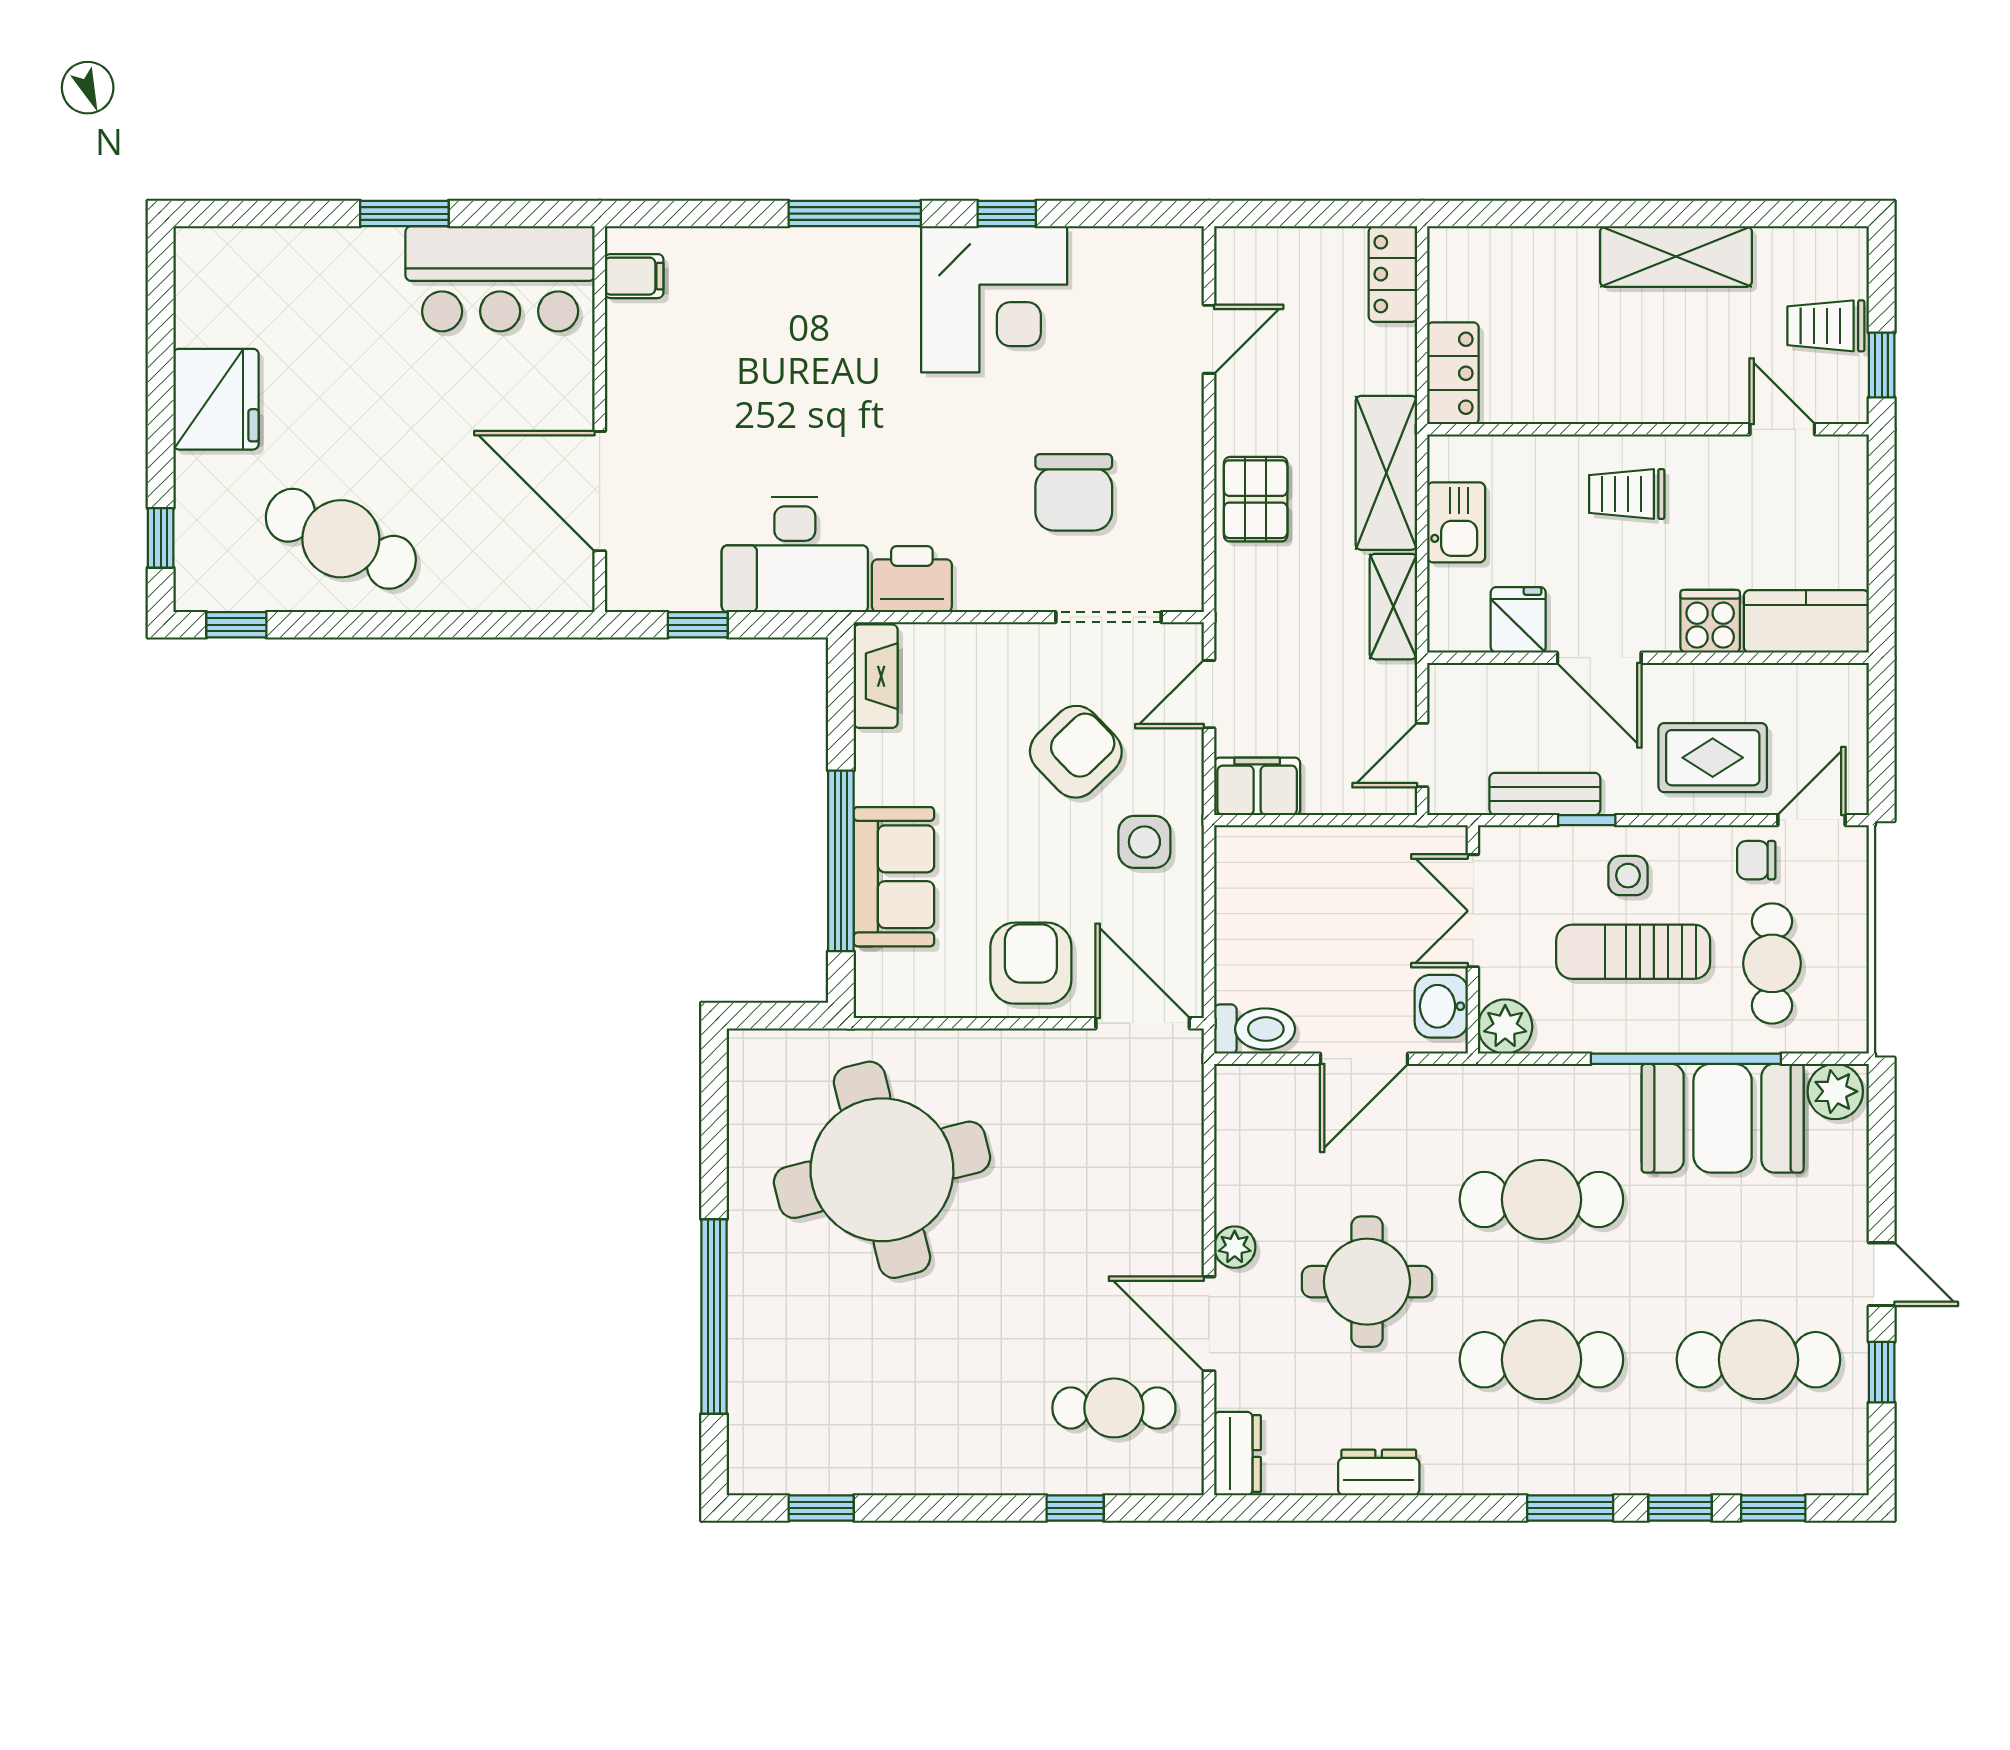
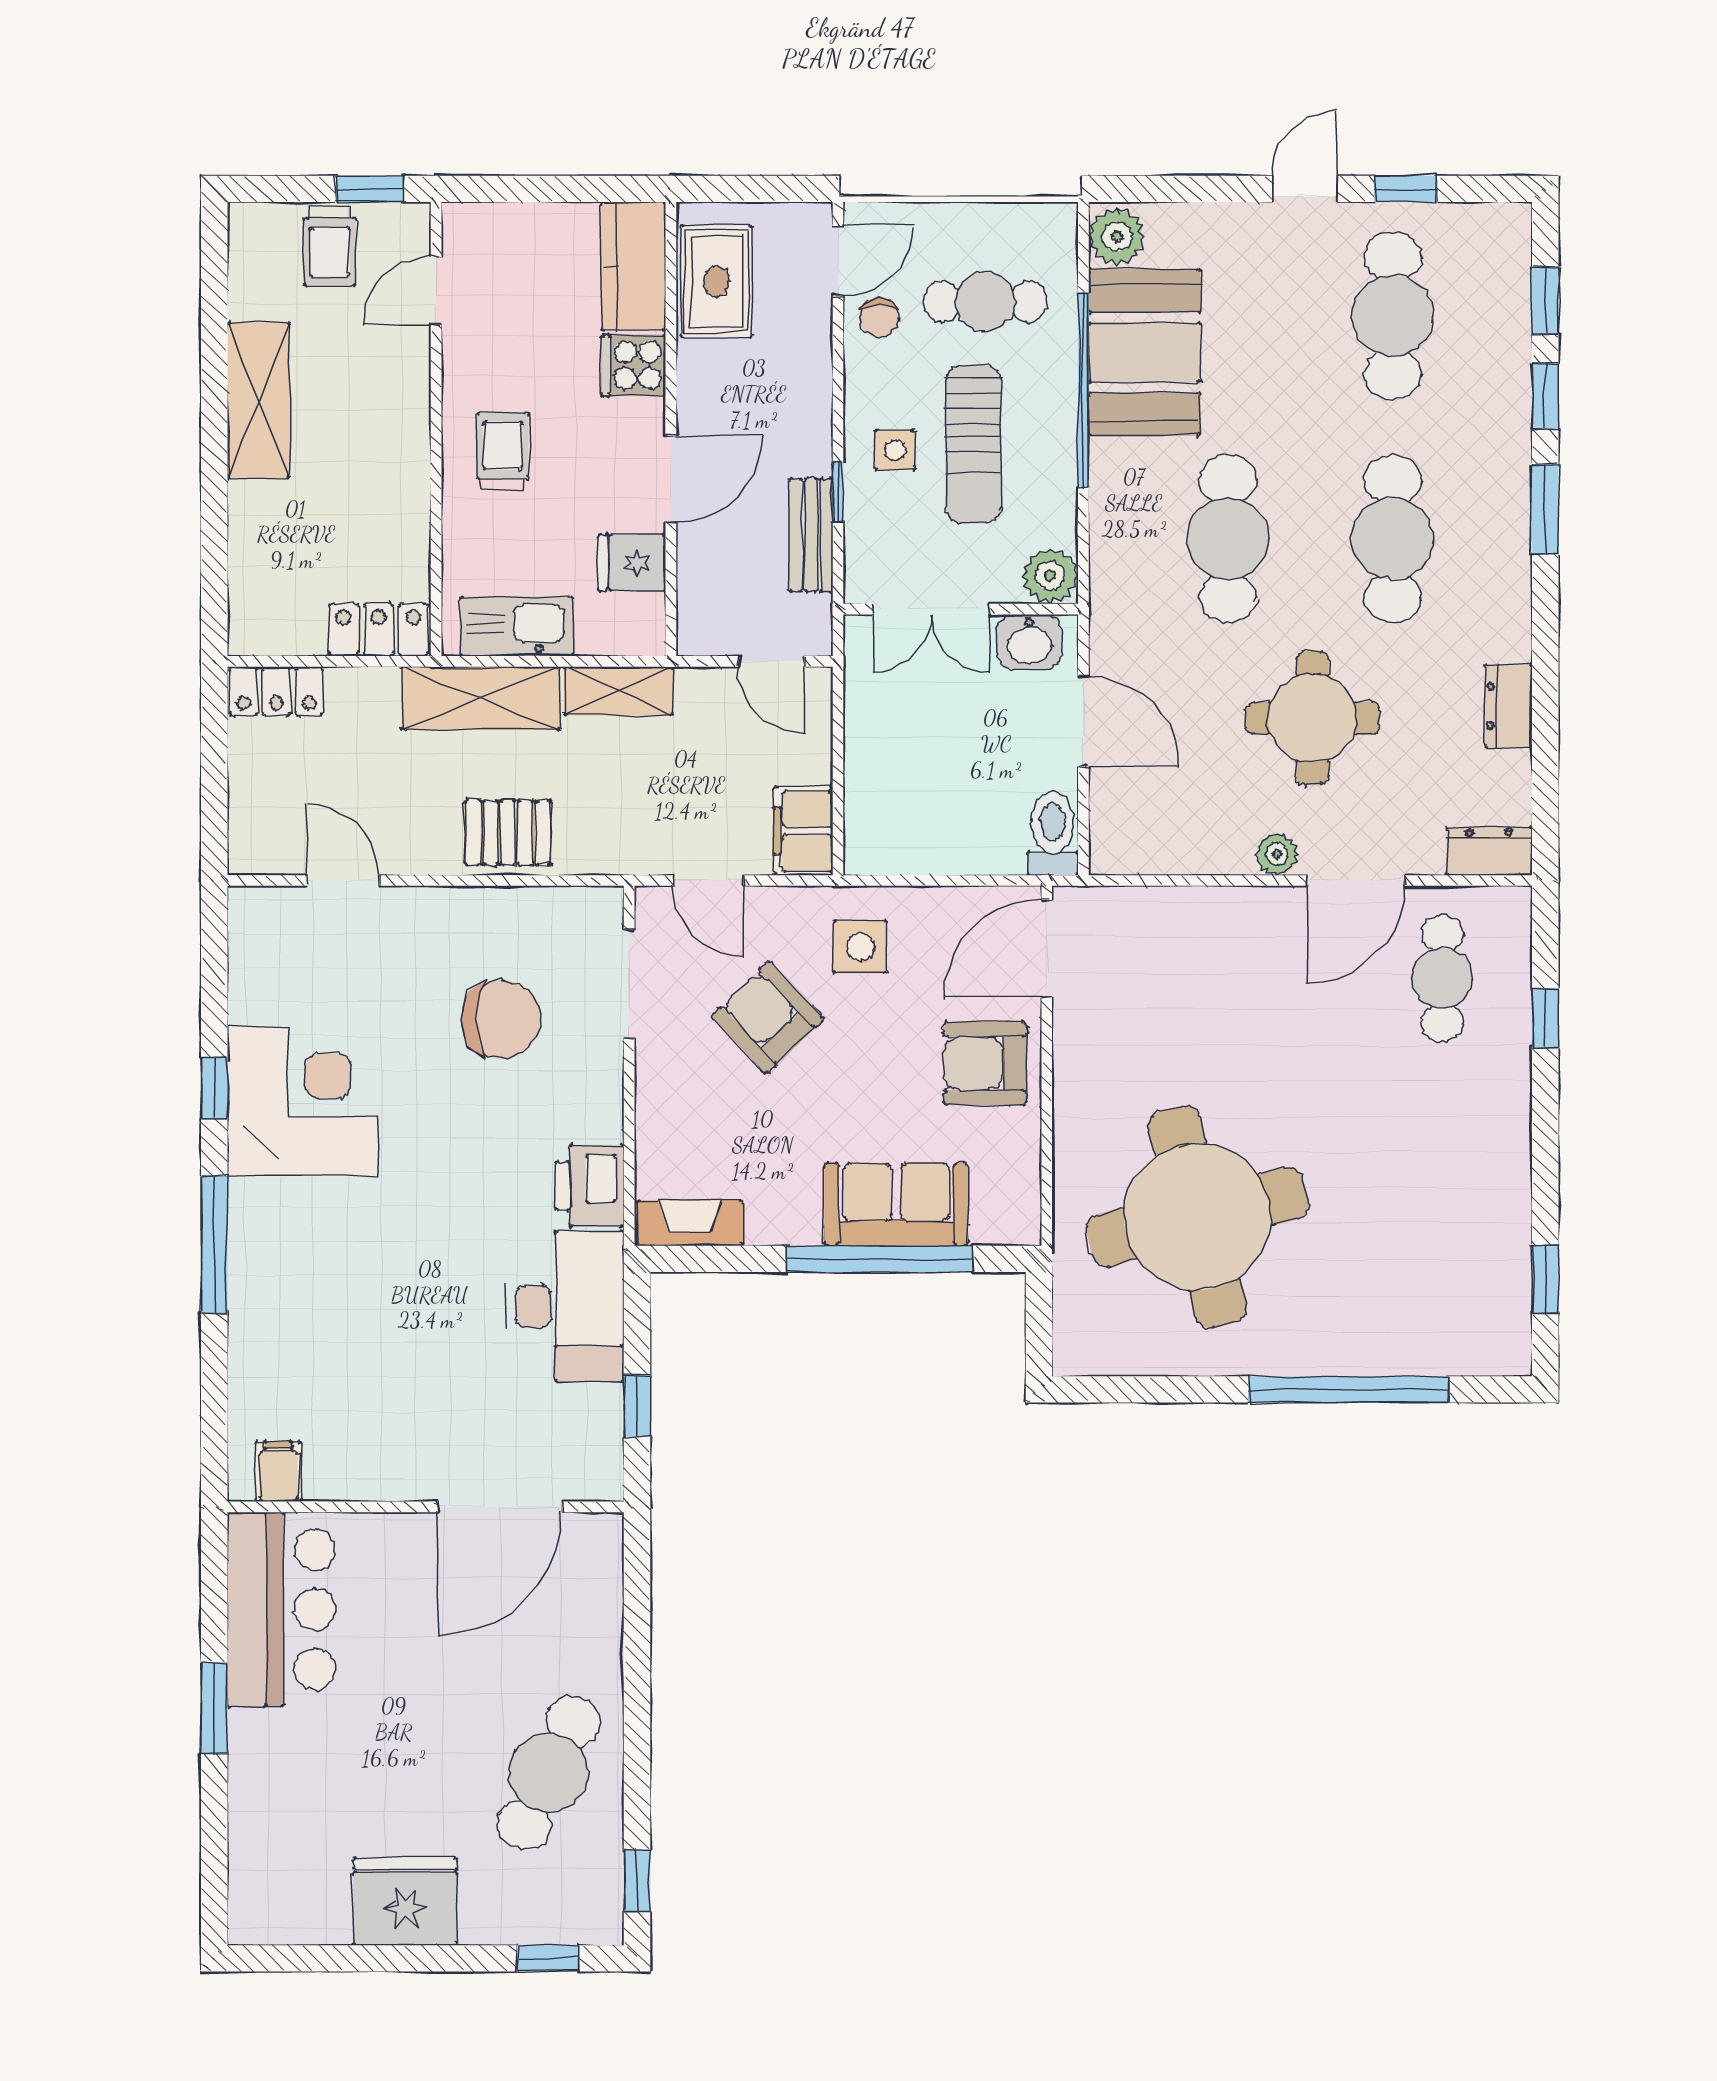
trolley: (1627, 494) -> (503, 451), turned 180
kitchen sink: (1456, 522) -> (516, 626), width x1.38
rug: (1713, 758) -> (717, 281), moved
door: (1812, 820) -> (838, 261), swing flipped

